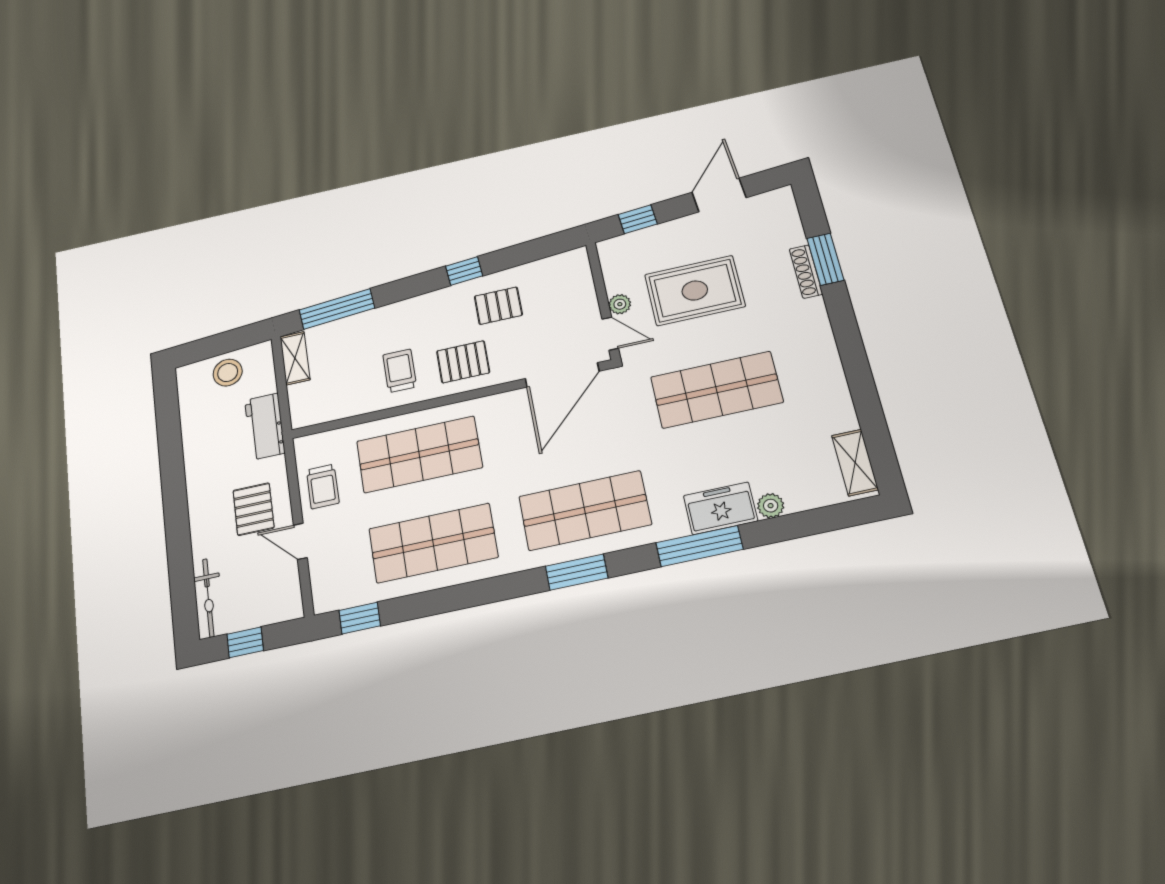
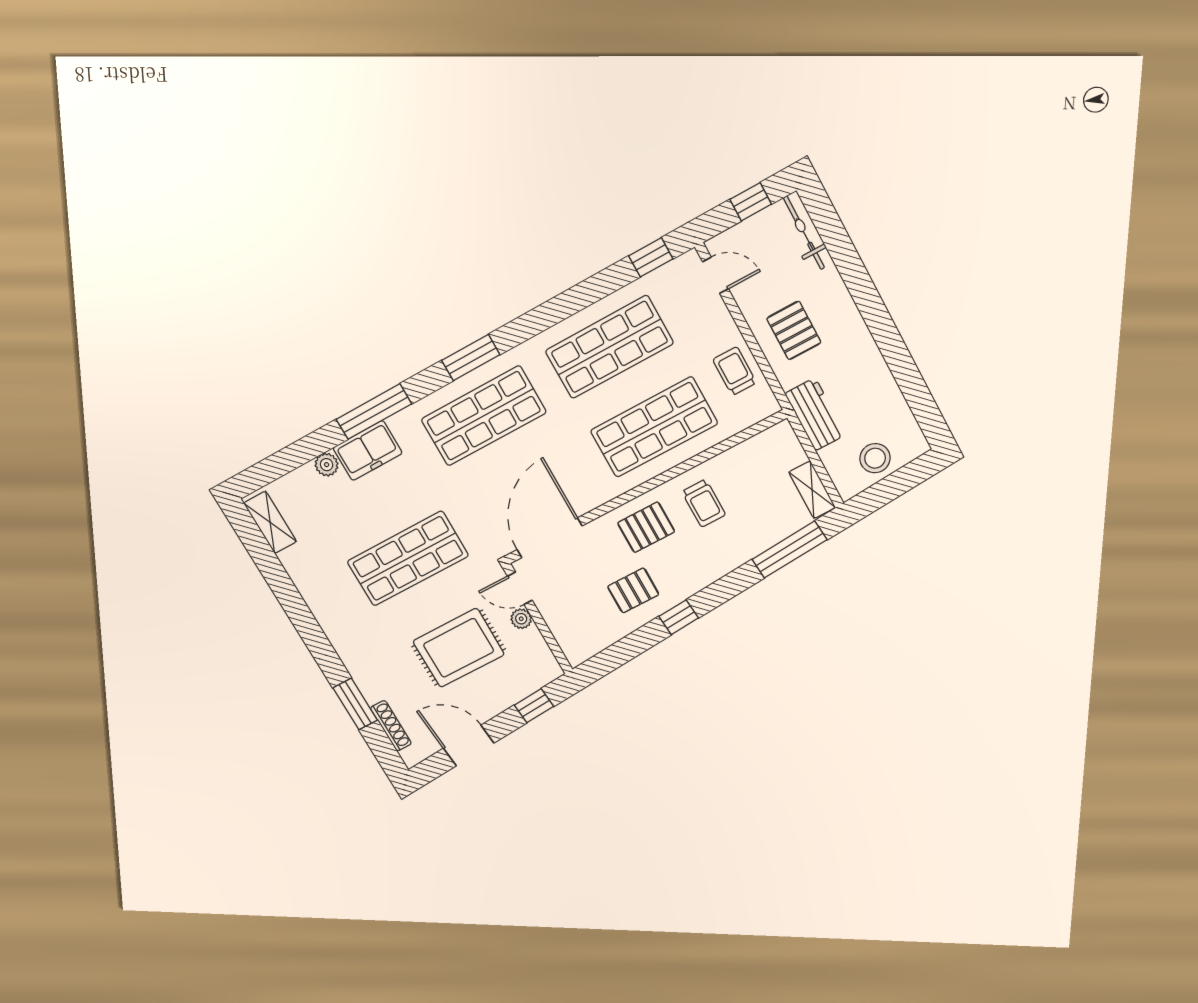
door: (719, 195) -> (469, 746), swing flipped
shoe rack: (806, 272) -> (391, 726), moved
door: (300, 541) -> (715, 275), moved

